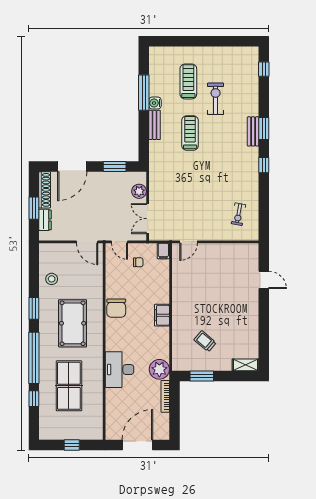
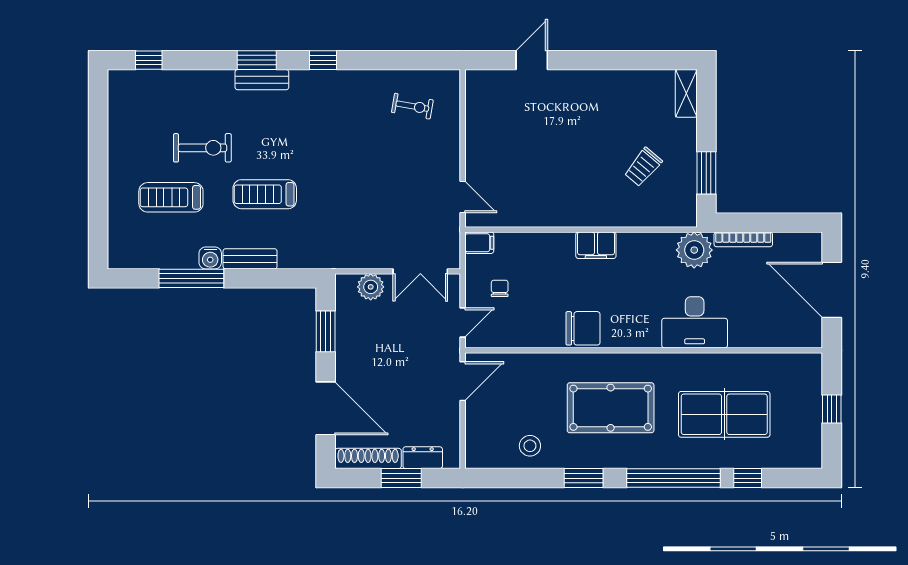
exercise bike: (216, 99) -> (202, 148), turned 180

